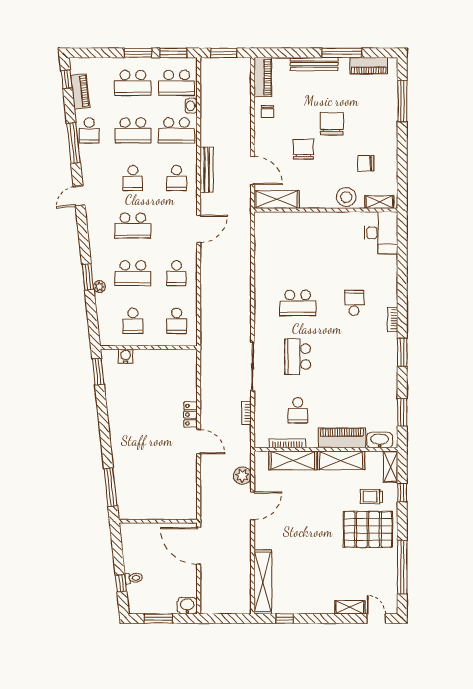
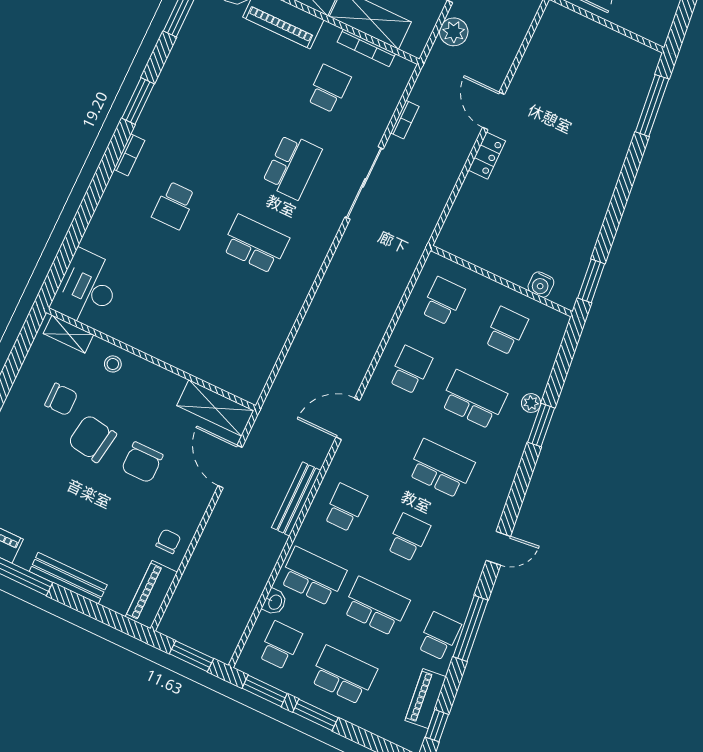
school desk: (177, 83) -> (280, 645), width x0.54
chair: (332, 124) -> (92, 439), moved, turned 99
stool: (346, 197) -> (113, 364), width x0.53, depth x0.53

